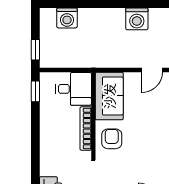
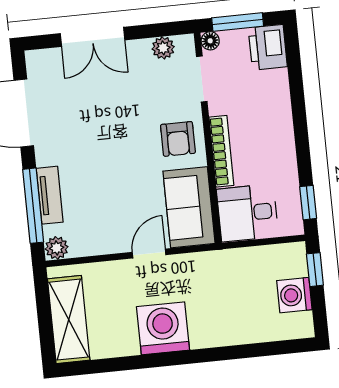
washing machine: (67, 18) -> (294, 295), moved, turned -90
washing machine: (137, 19) -> (163, 328), width x1.37, depth x1.37
door: (152, 70) -> (149, 253), moved

